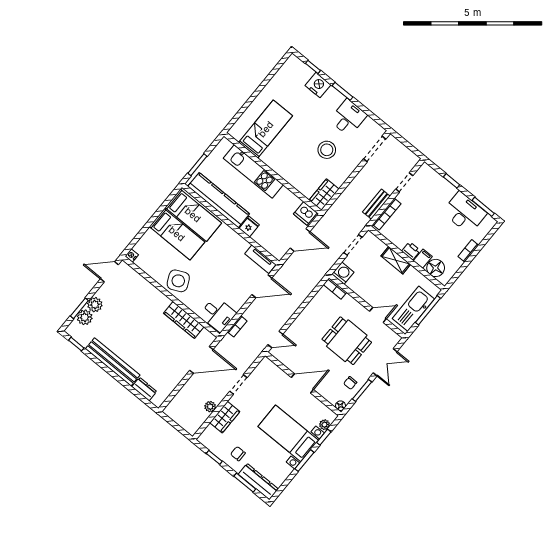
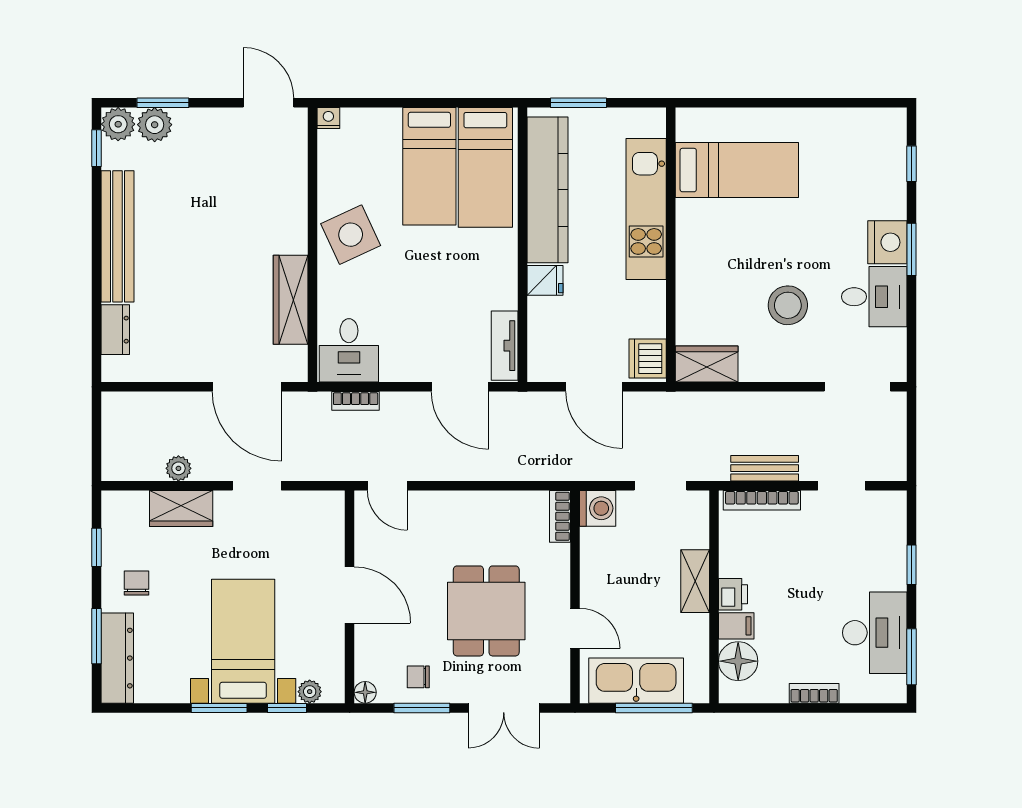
nightstand: (318, 85) -> (887, 242), moved
plant: (95, 305) -> (118, 124), moved

